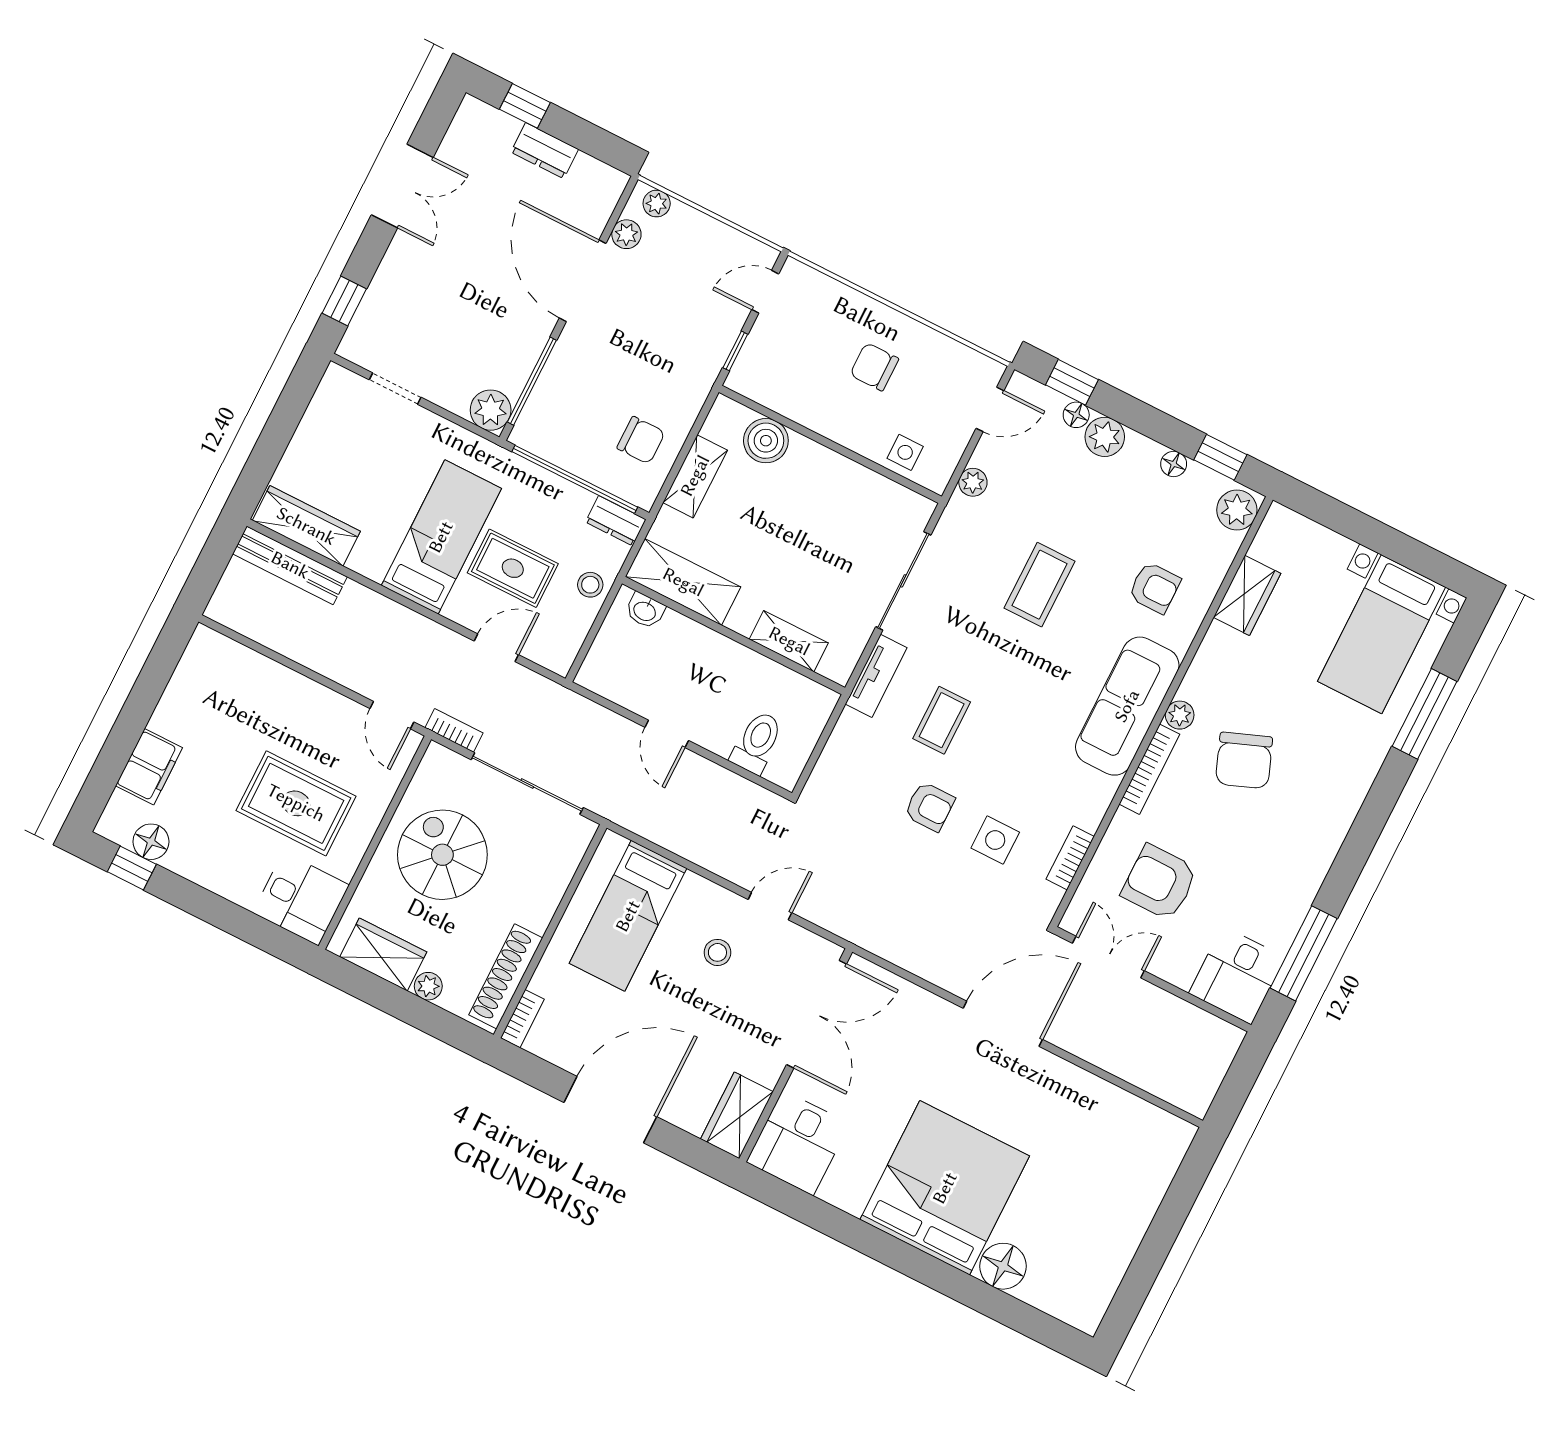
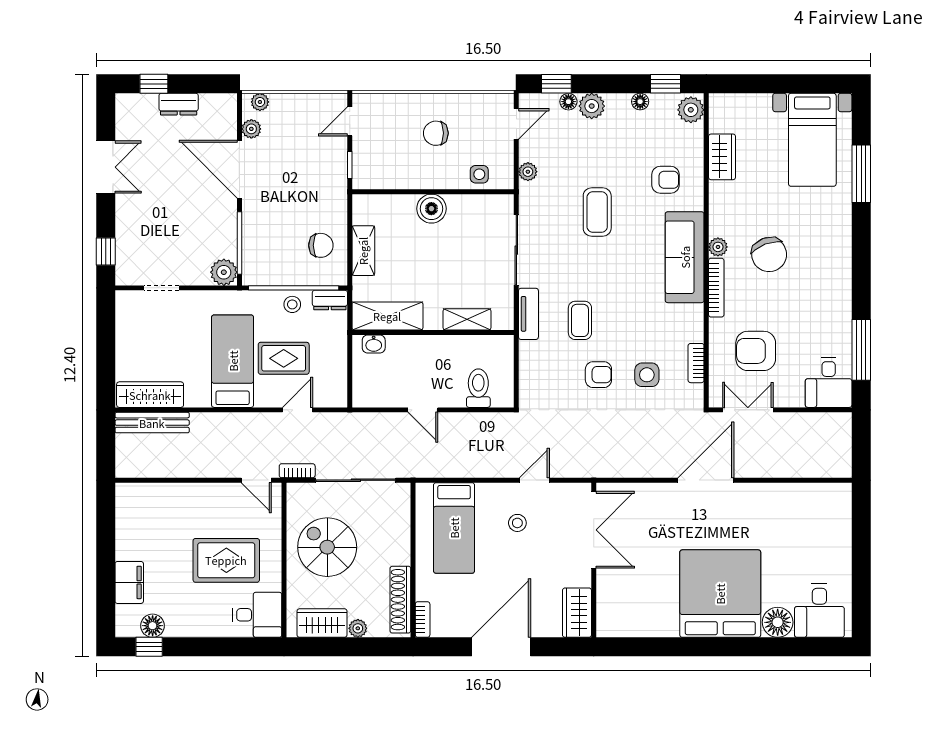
boiler: (766, 441) -> (431, 209), moved
stool: (590, 585) -> (292, 304), moved
desk: (798, 1143) -> (819, 611), moved

